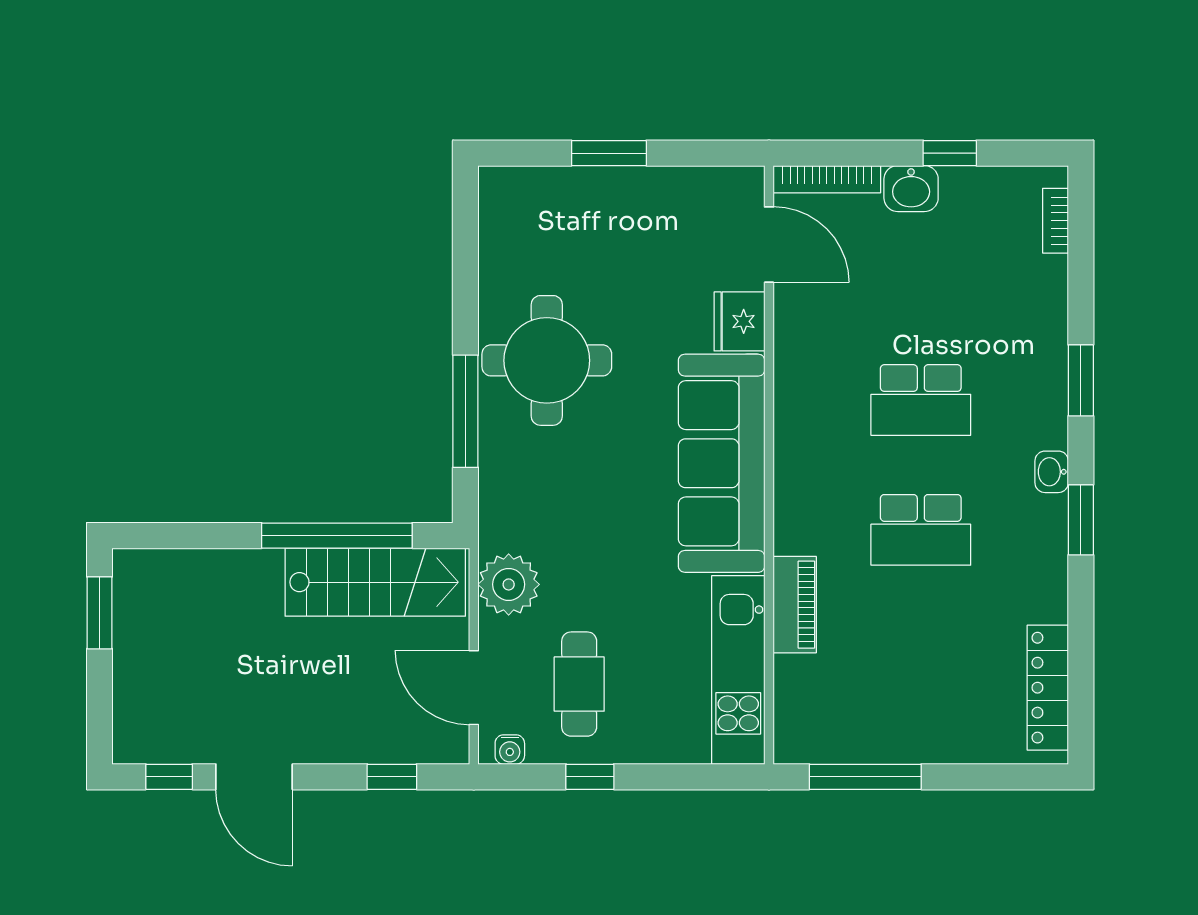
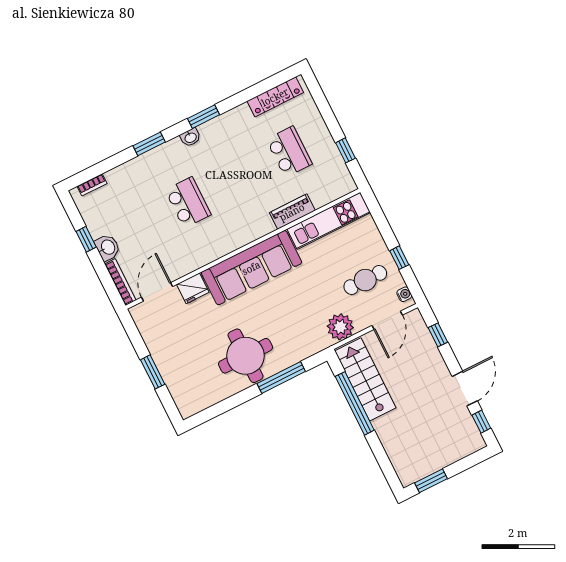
school desk: (921, 530) -> (289, 152), moved
window: (865, 777) -> (346, 150), width x0.46

